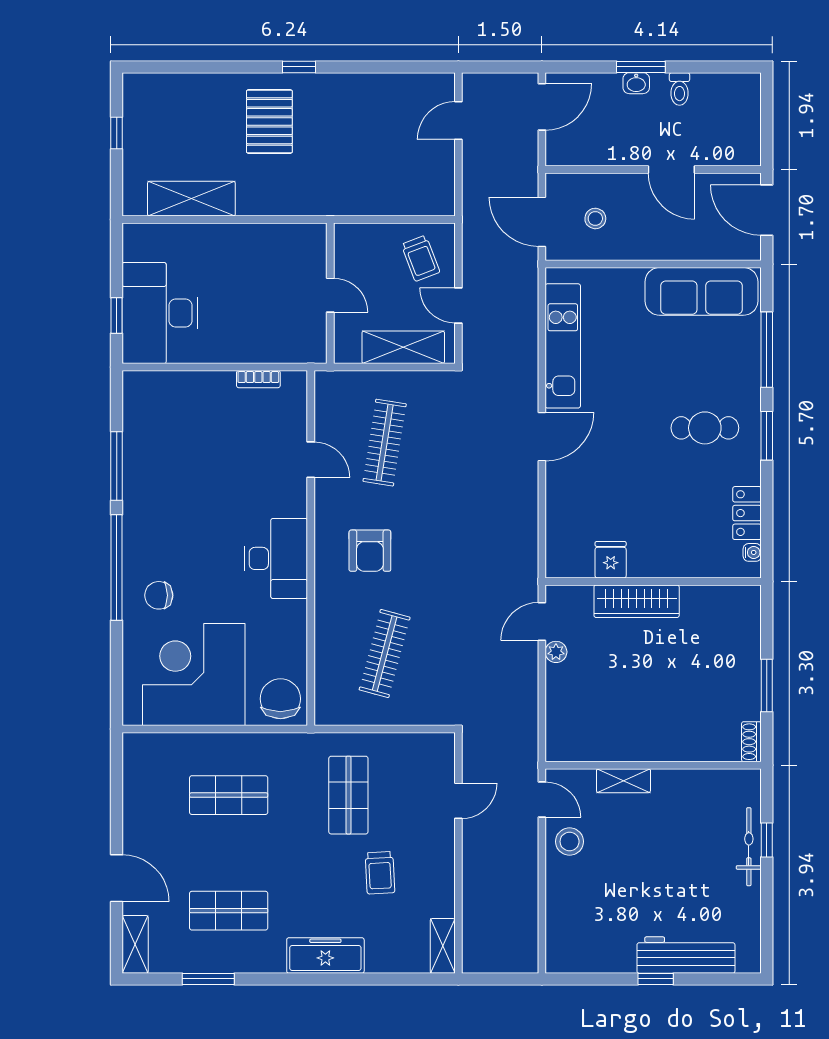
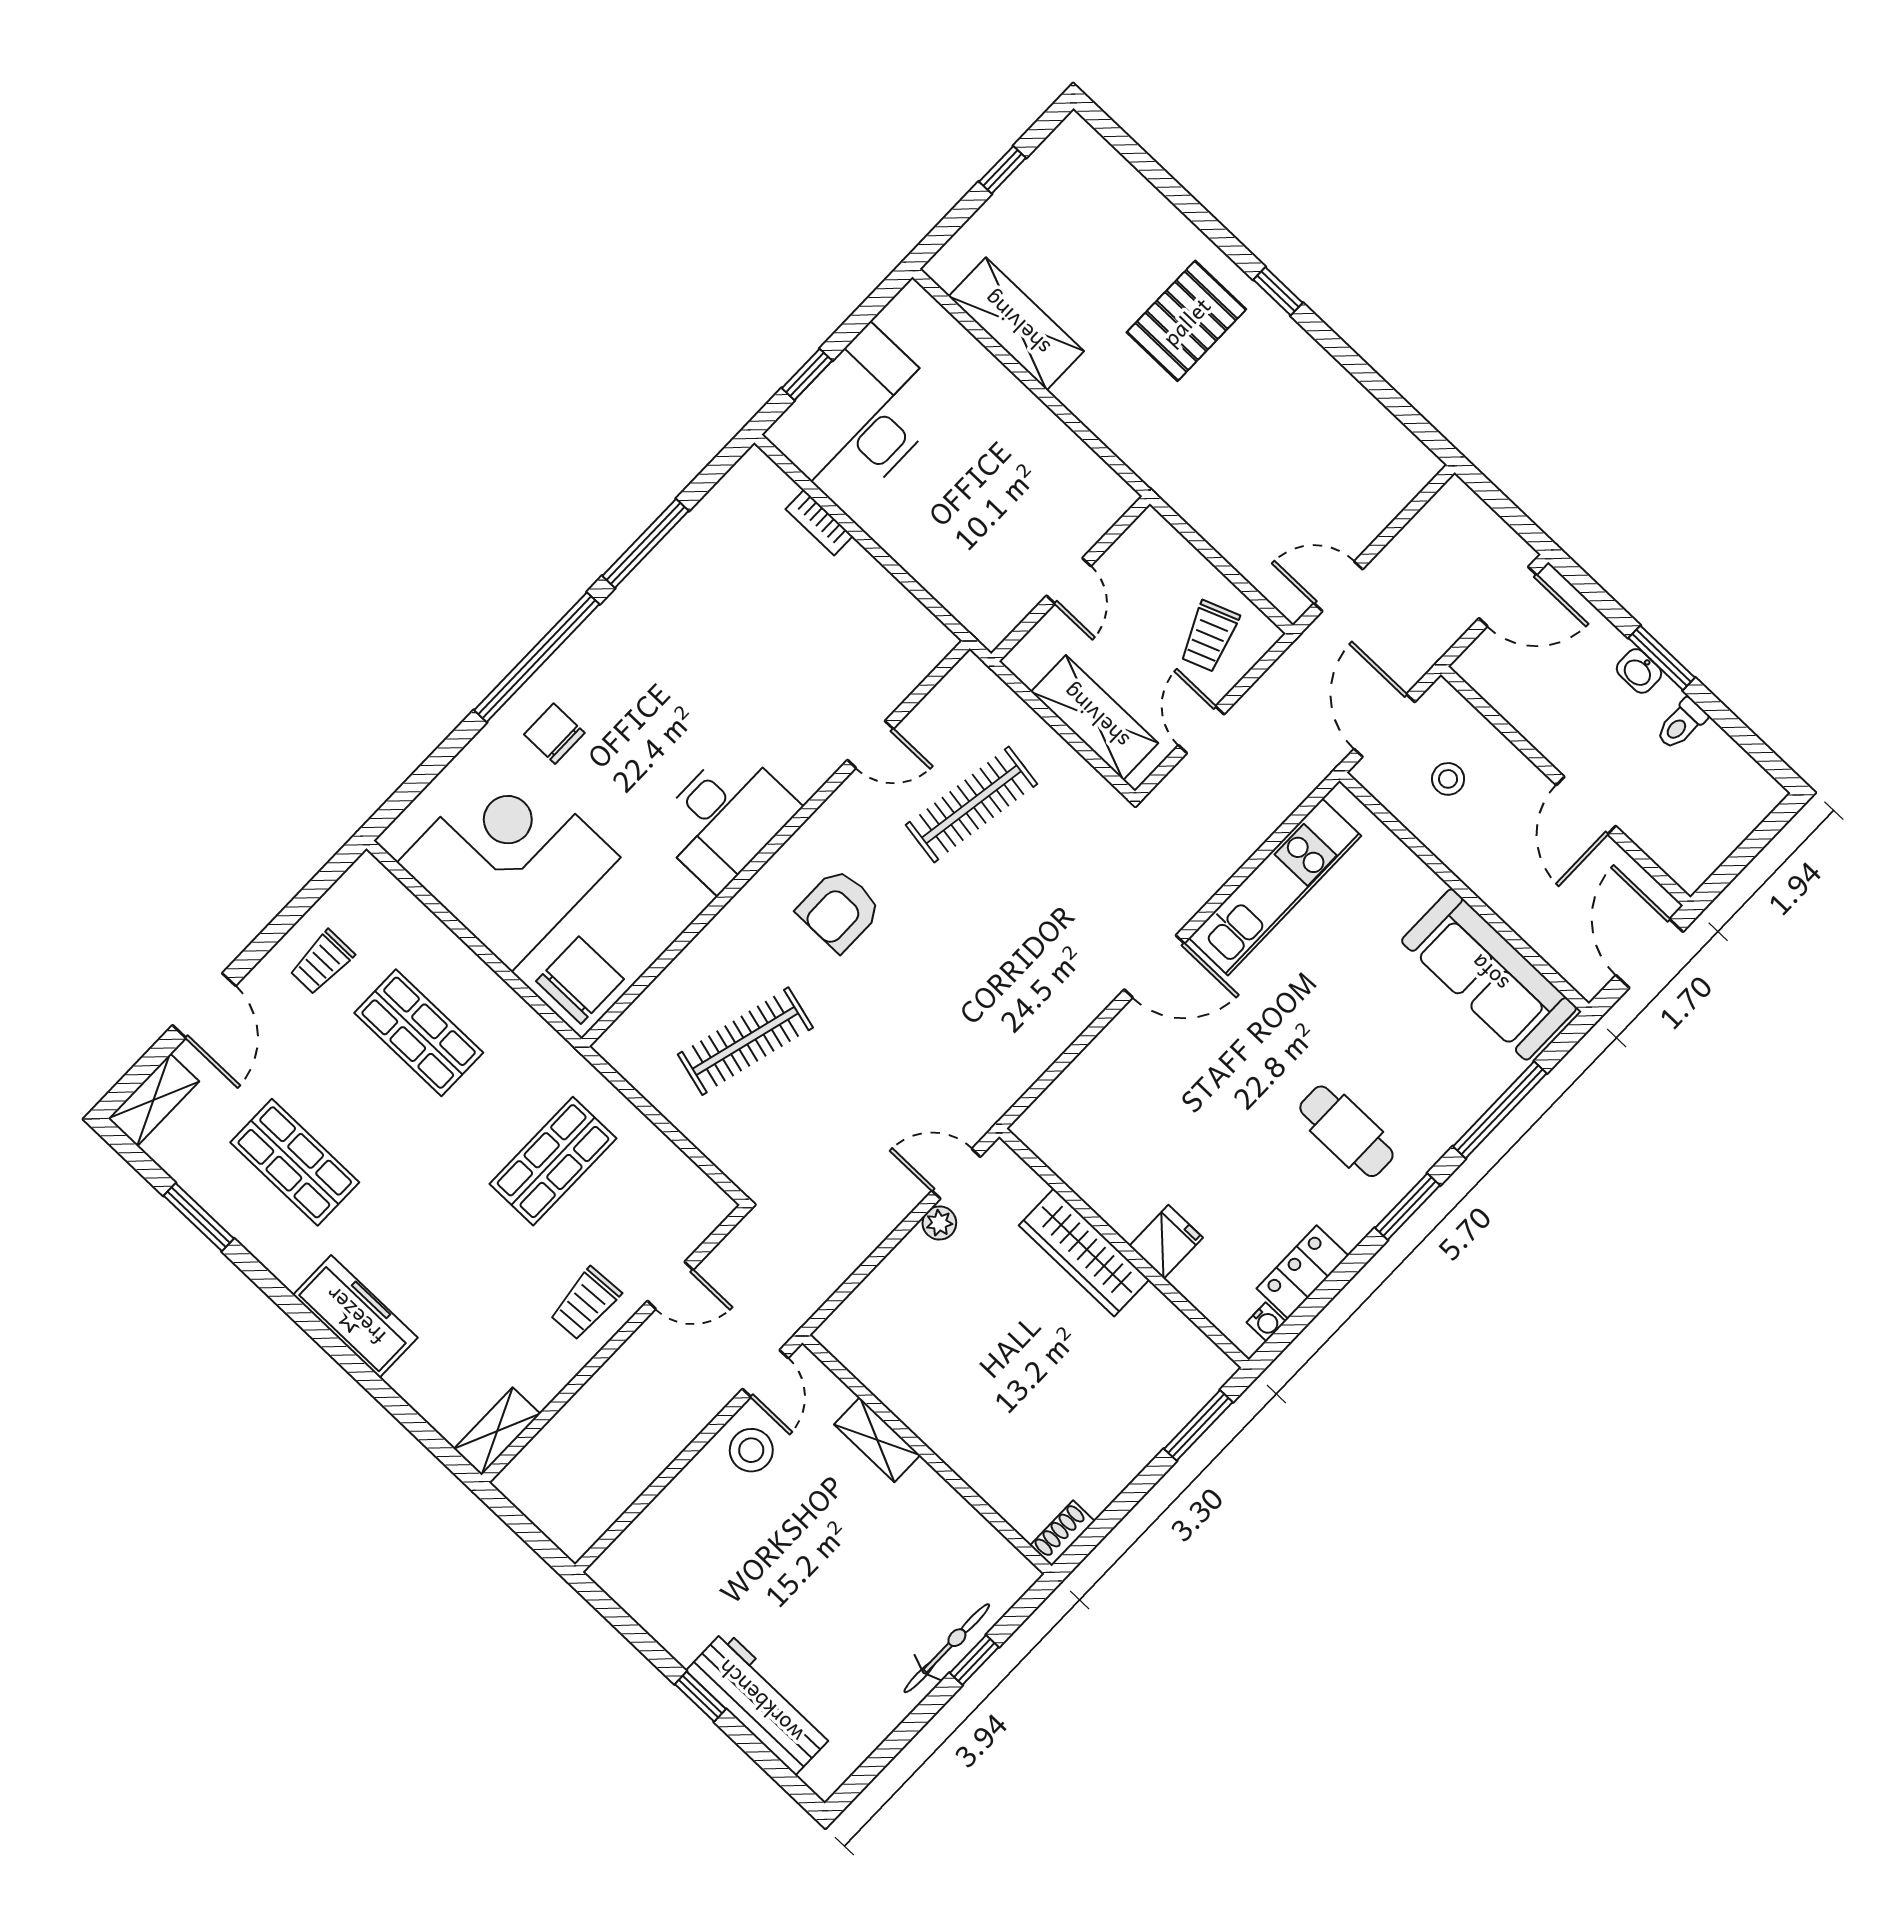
door: (458, 121) -> (1338, 586), moved
bookcase: (258, 379) -> (819, 523), moved
door: (311, 460) -> (870, 744), hinge flipped
fridge: (611, 560) -> (1166, 1242), moved
window: (767, 686) -> (1198, 1425), moved
trolley: (152, 805) -> (322, 962), added
trolley: (380, 873) -> (585, 1304), moved

